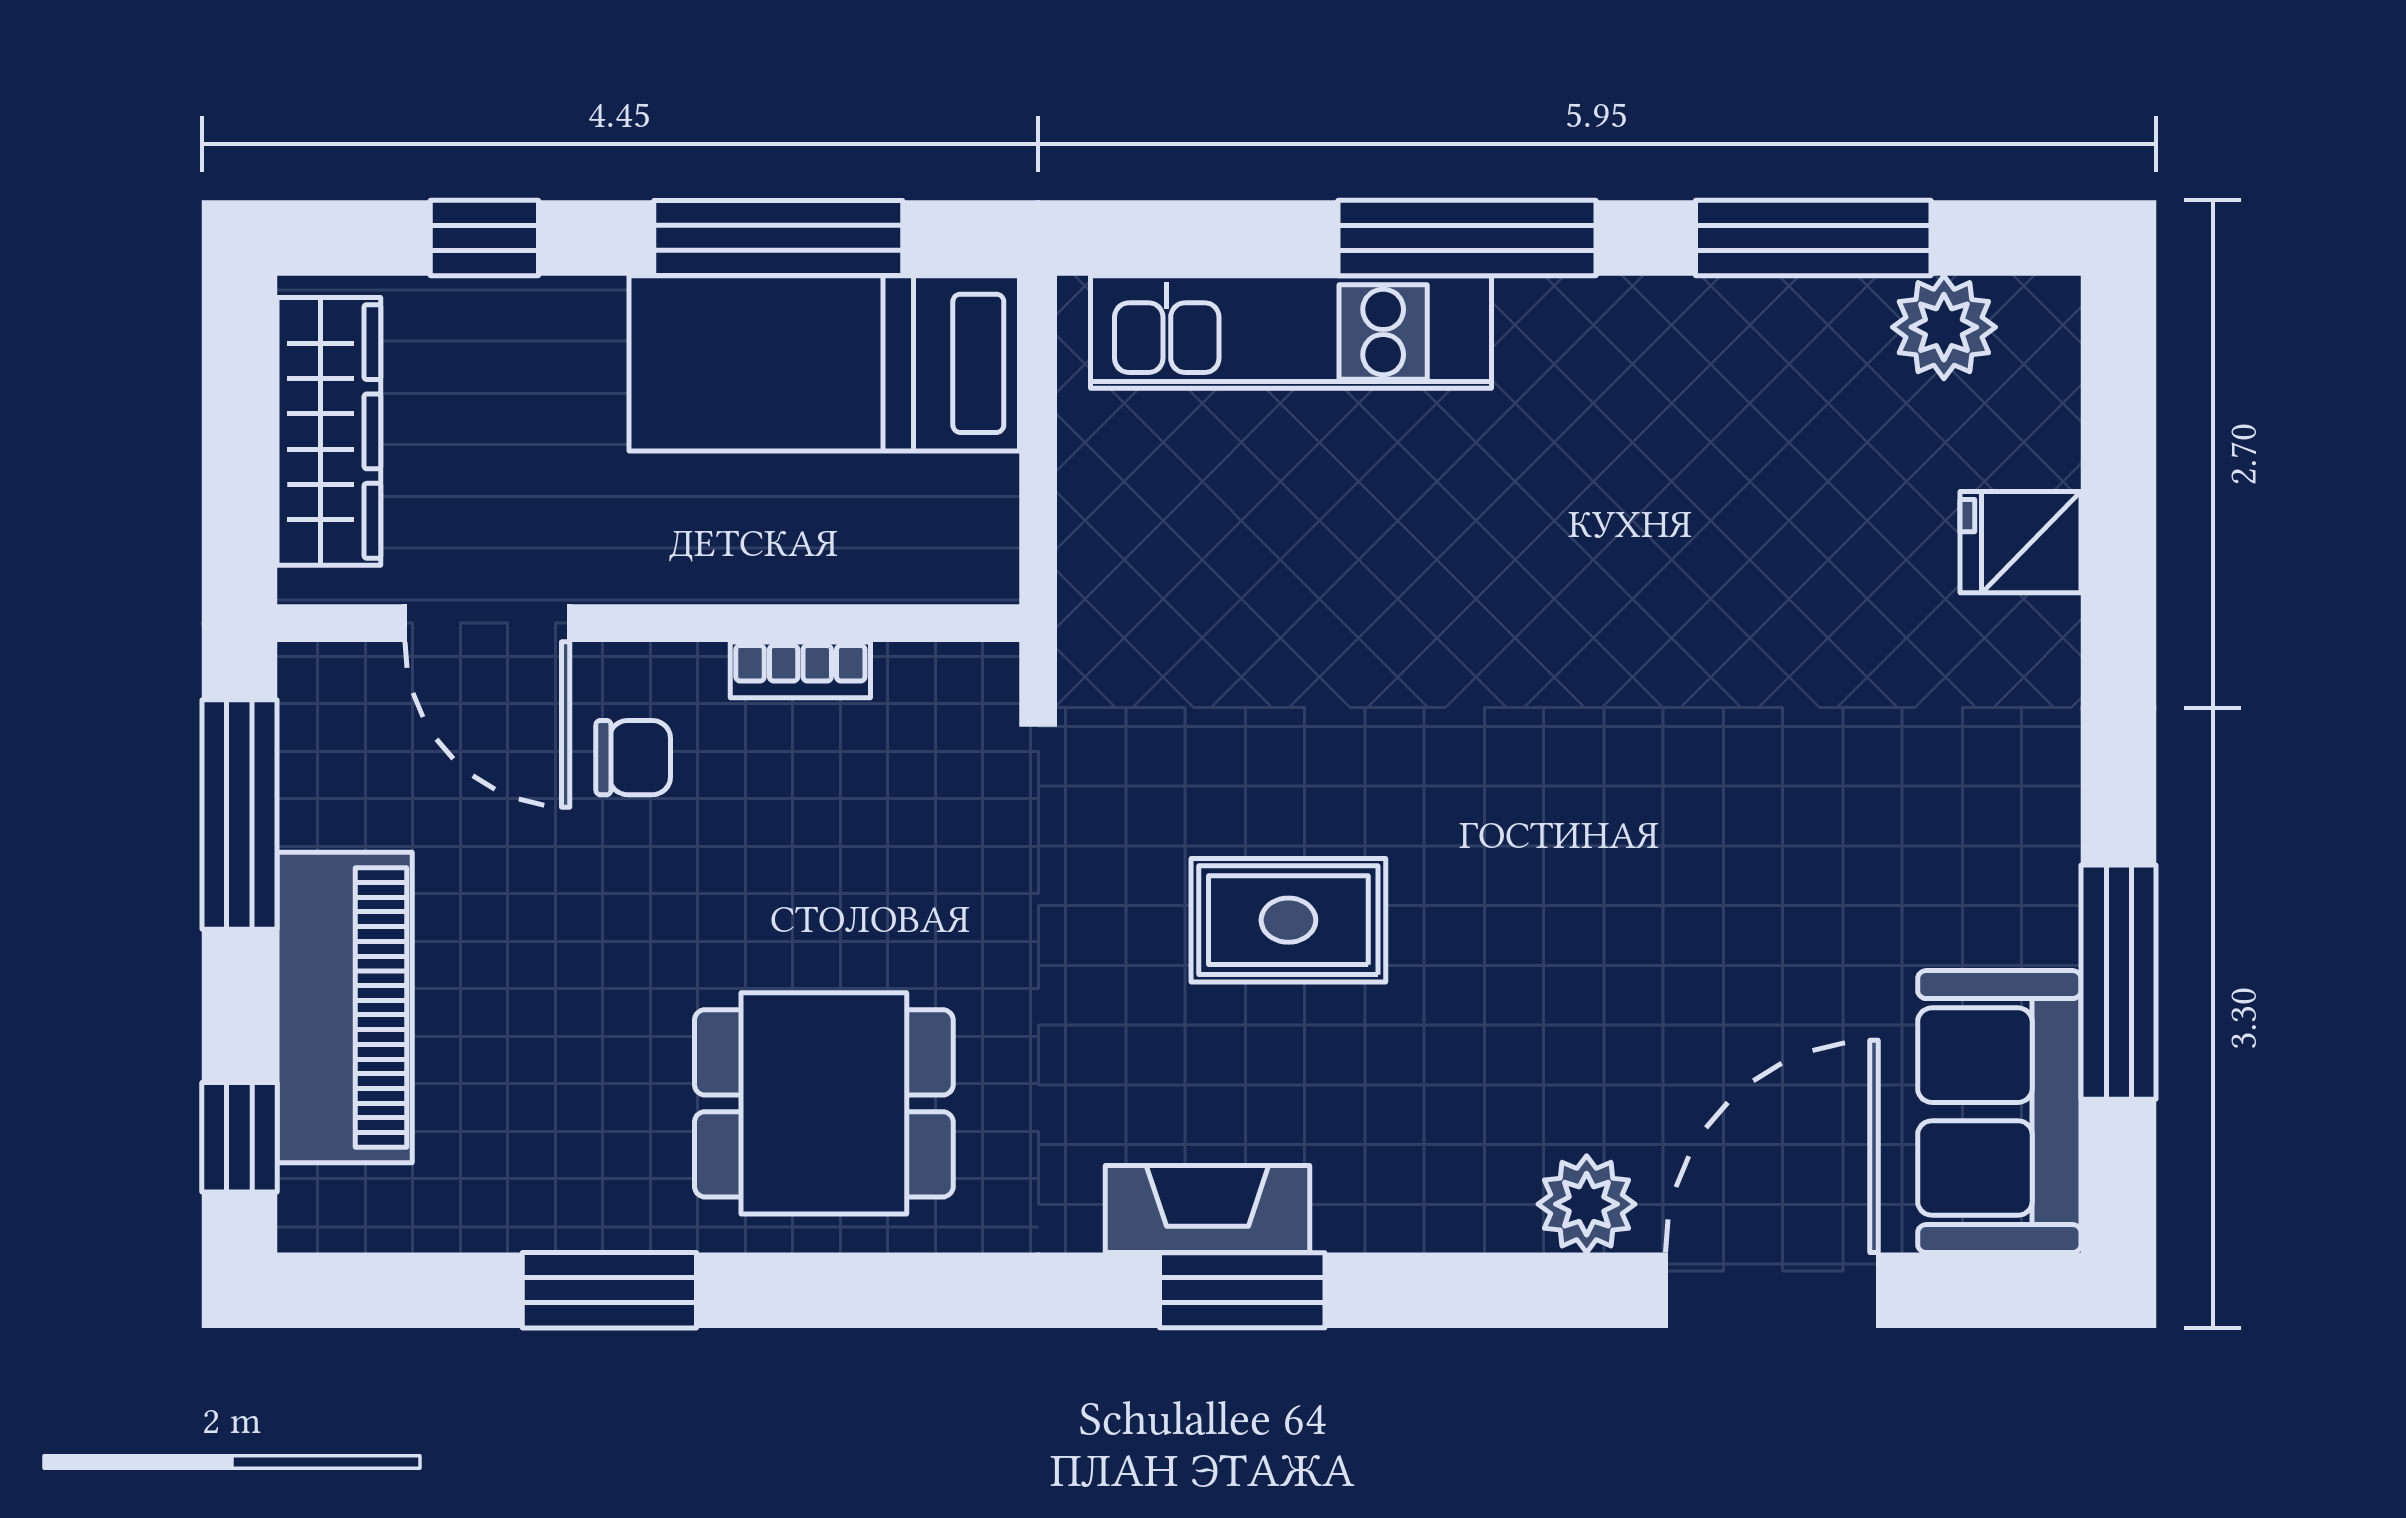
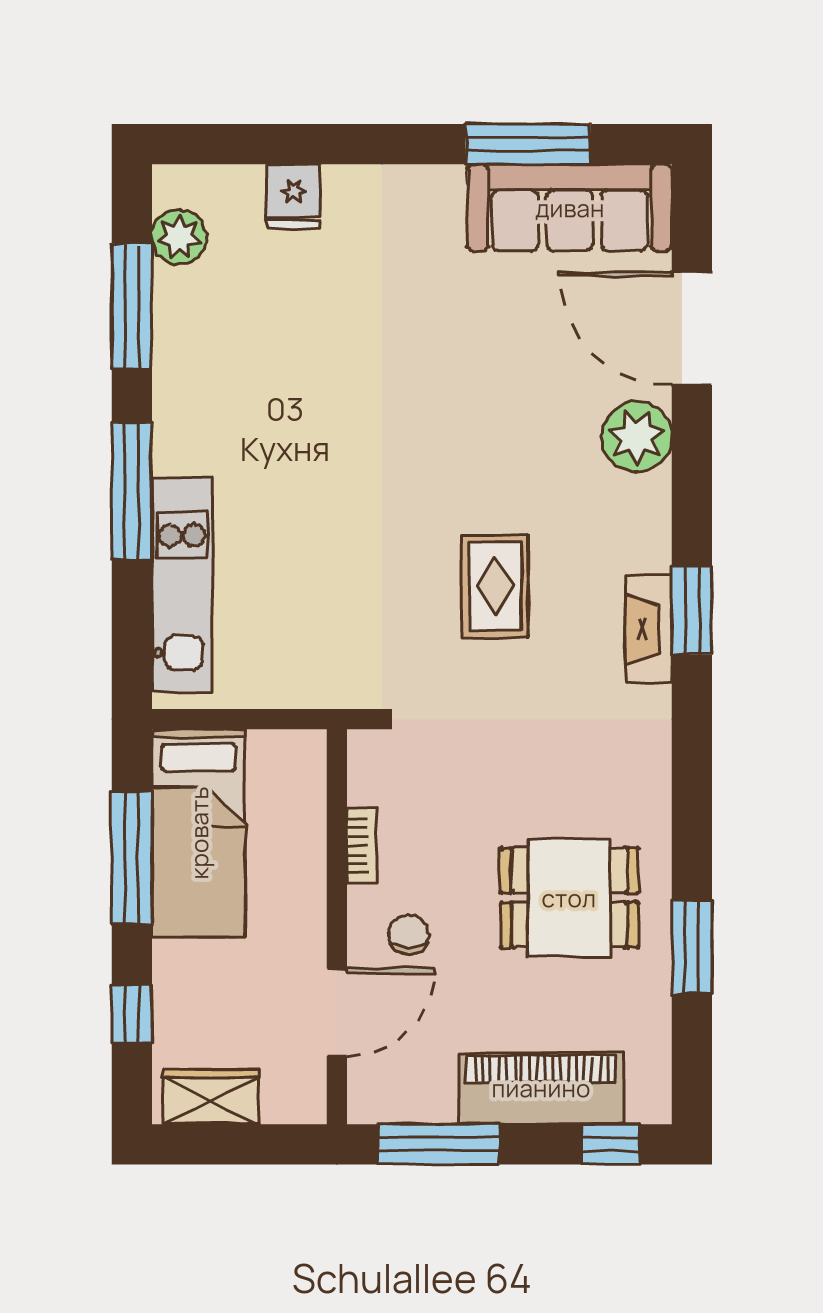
wardrobe: (329, 431) -> (211, 1097), width x0.67
dining table: (824, 1103) -> (569, 898), moved, turned 90
sofa: (1999, 1112) -> (570, 208), width x1.36
plant: (1587, 1204) -> (637, 437), width x1.36, depth x1.36

